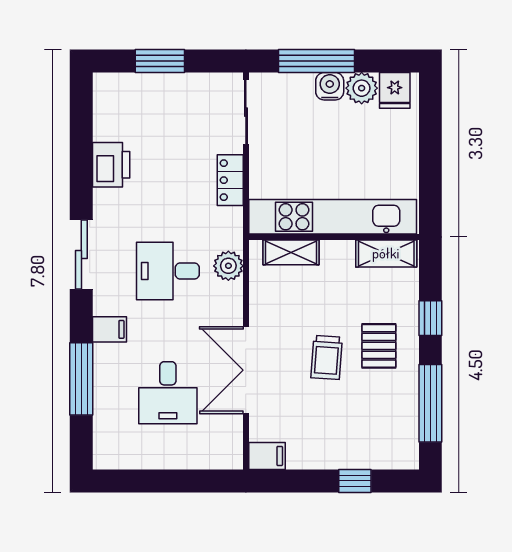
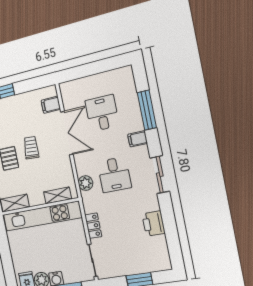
desk: (168, 271) -> (114, 175), turned 90
filing cabinet: (267, 456) -> (51, 105), moved

